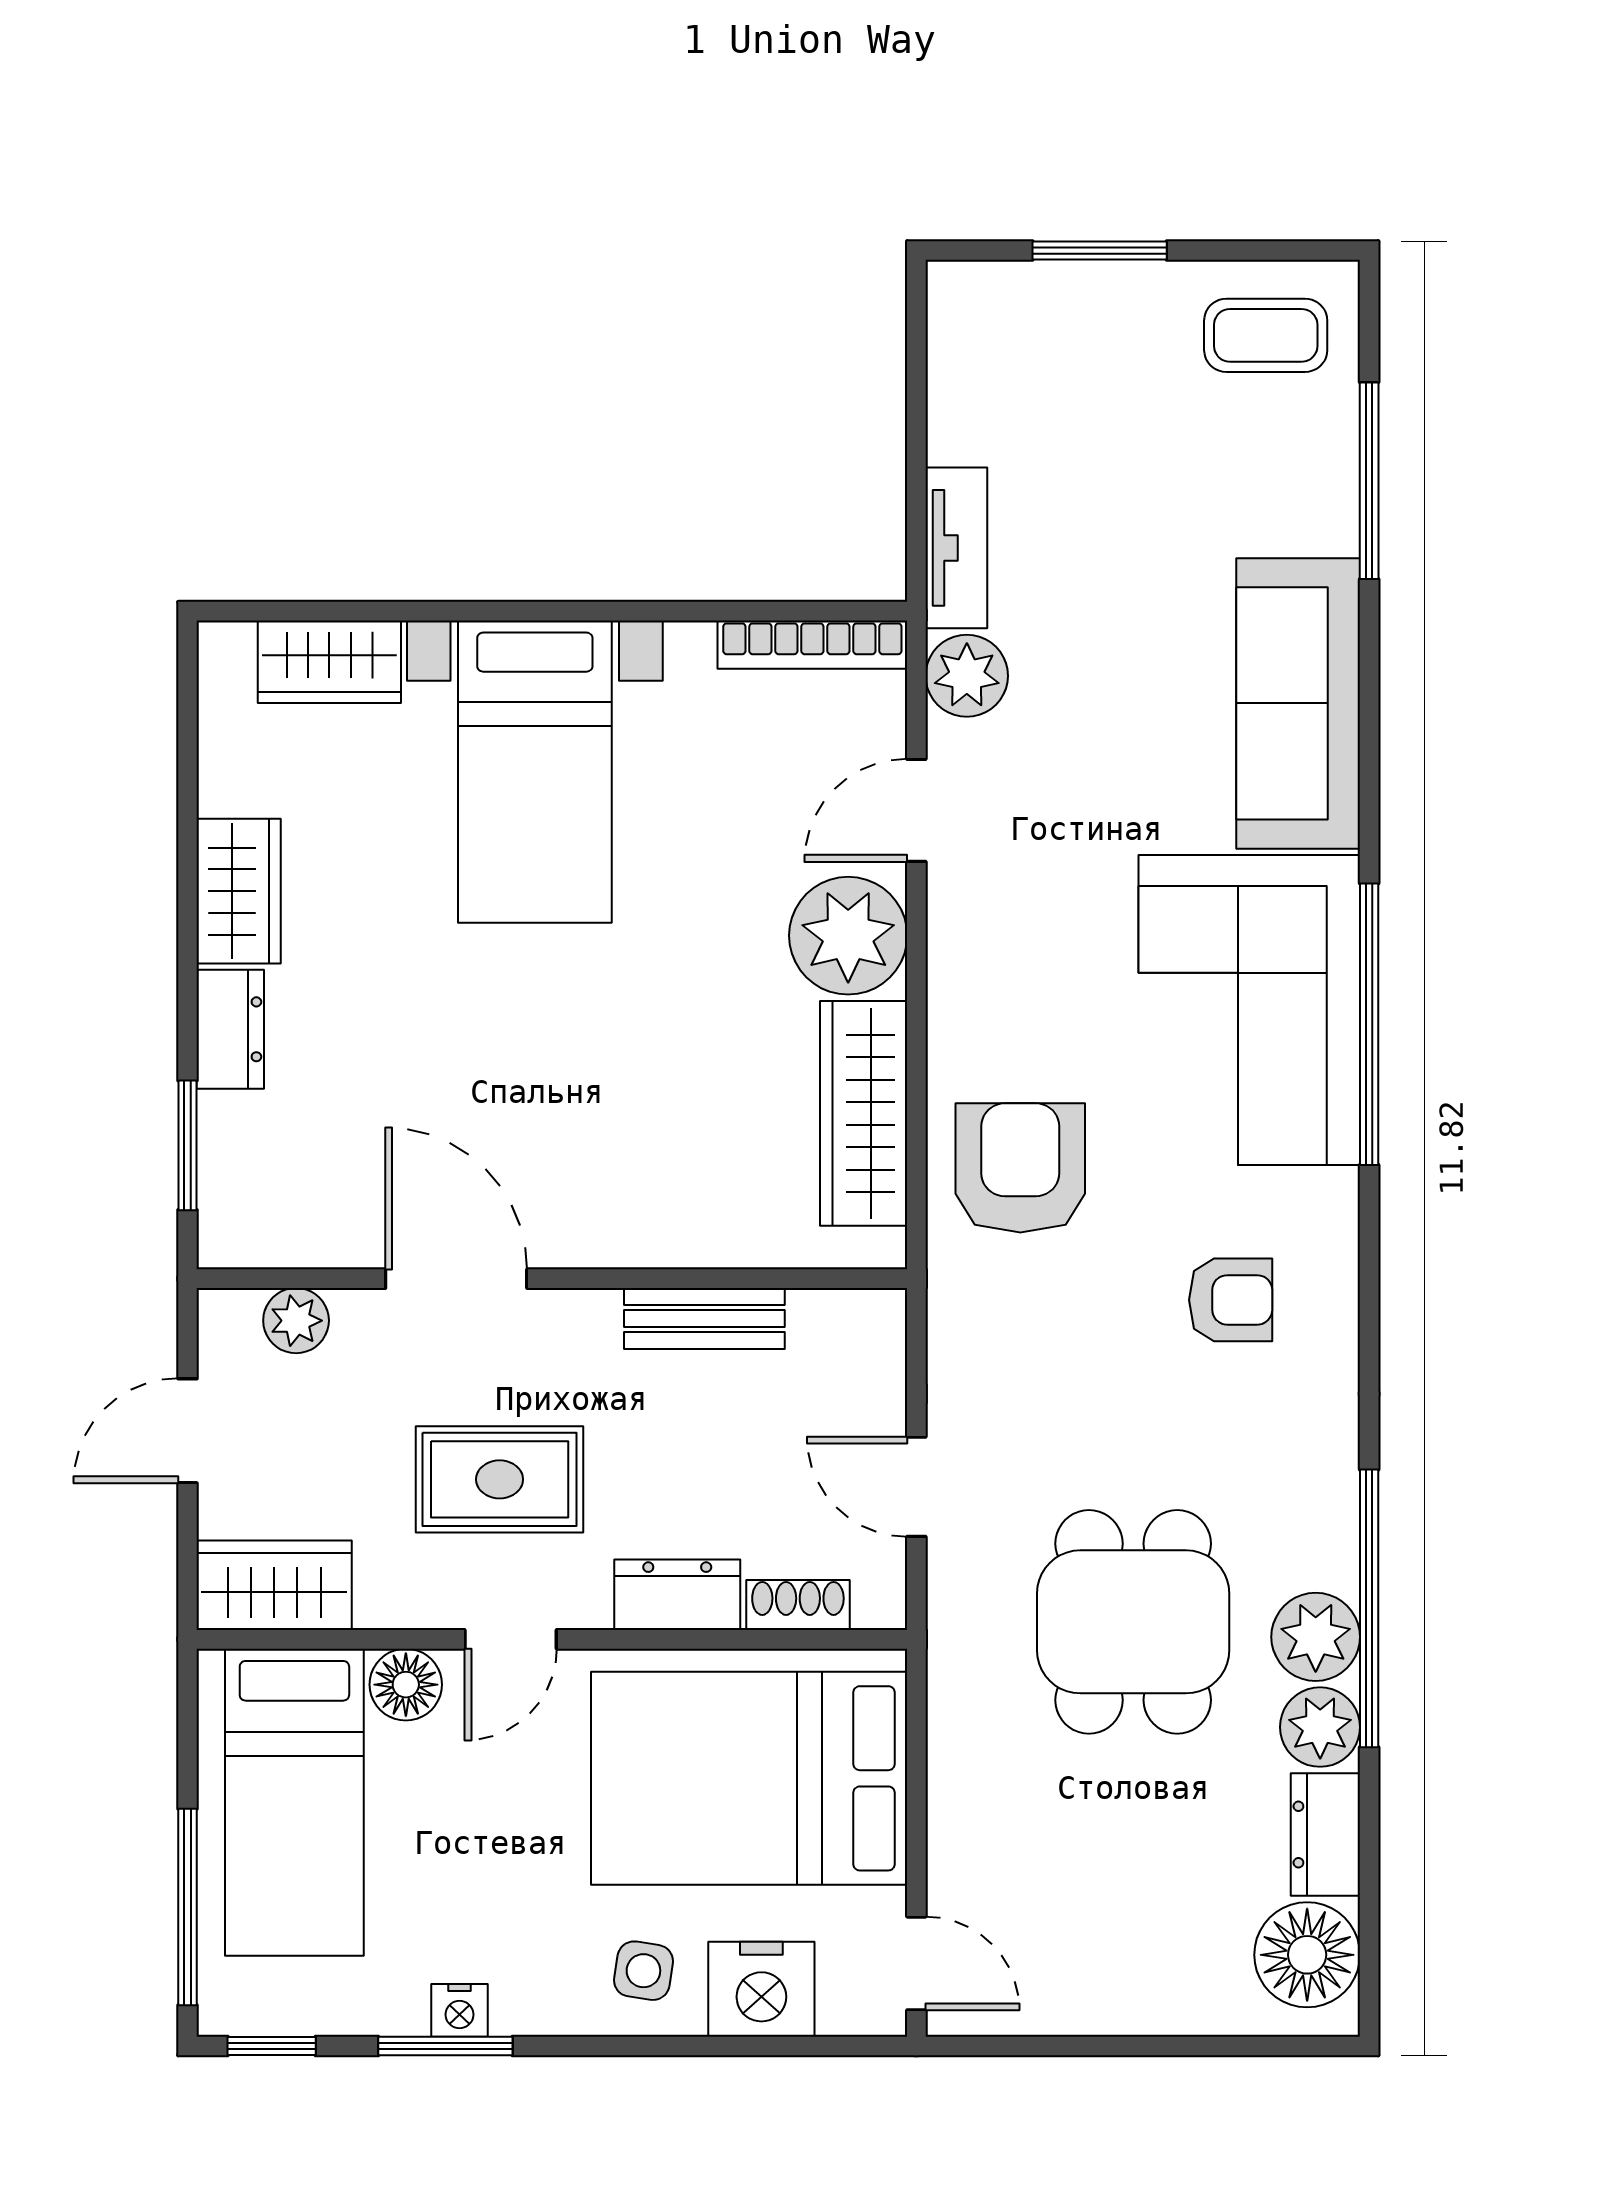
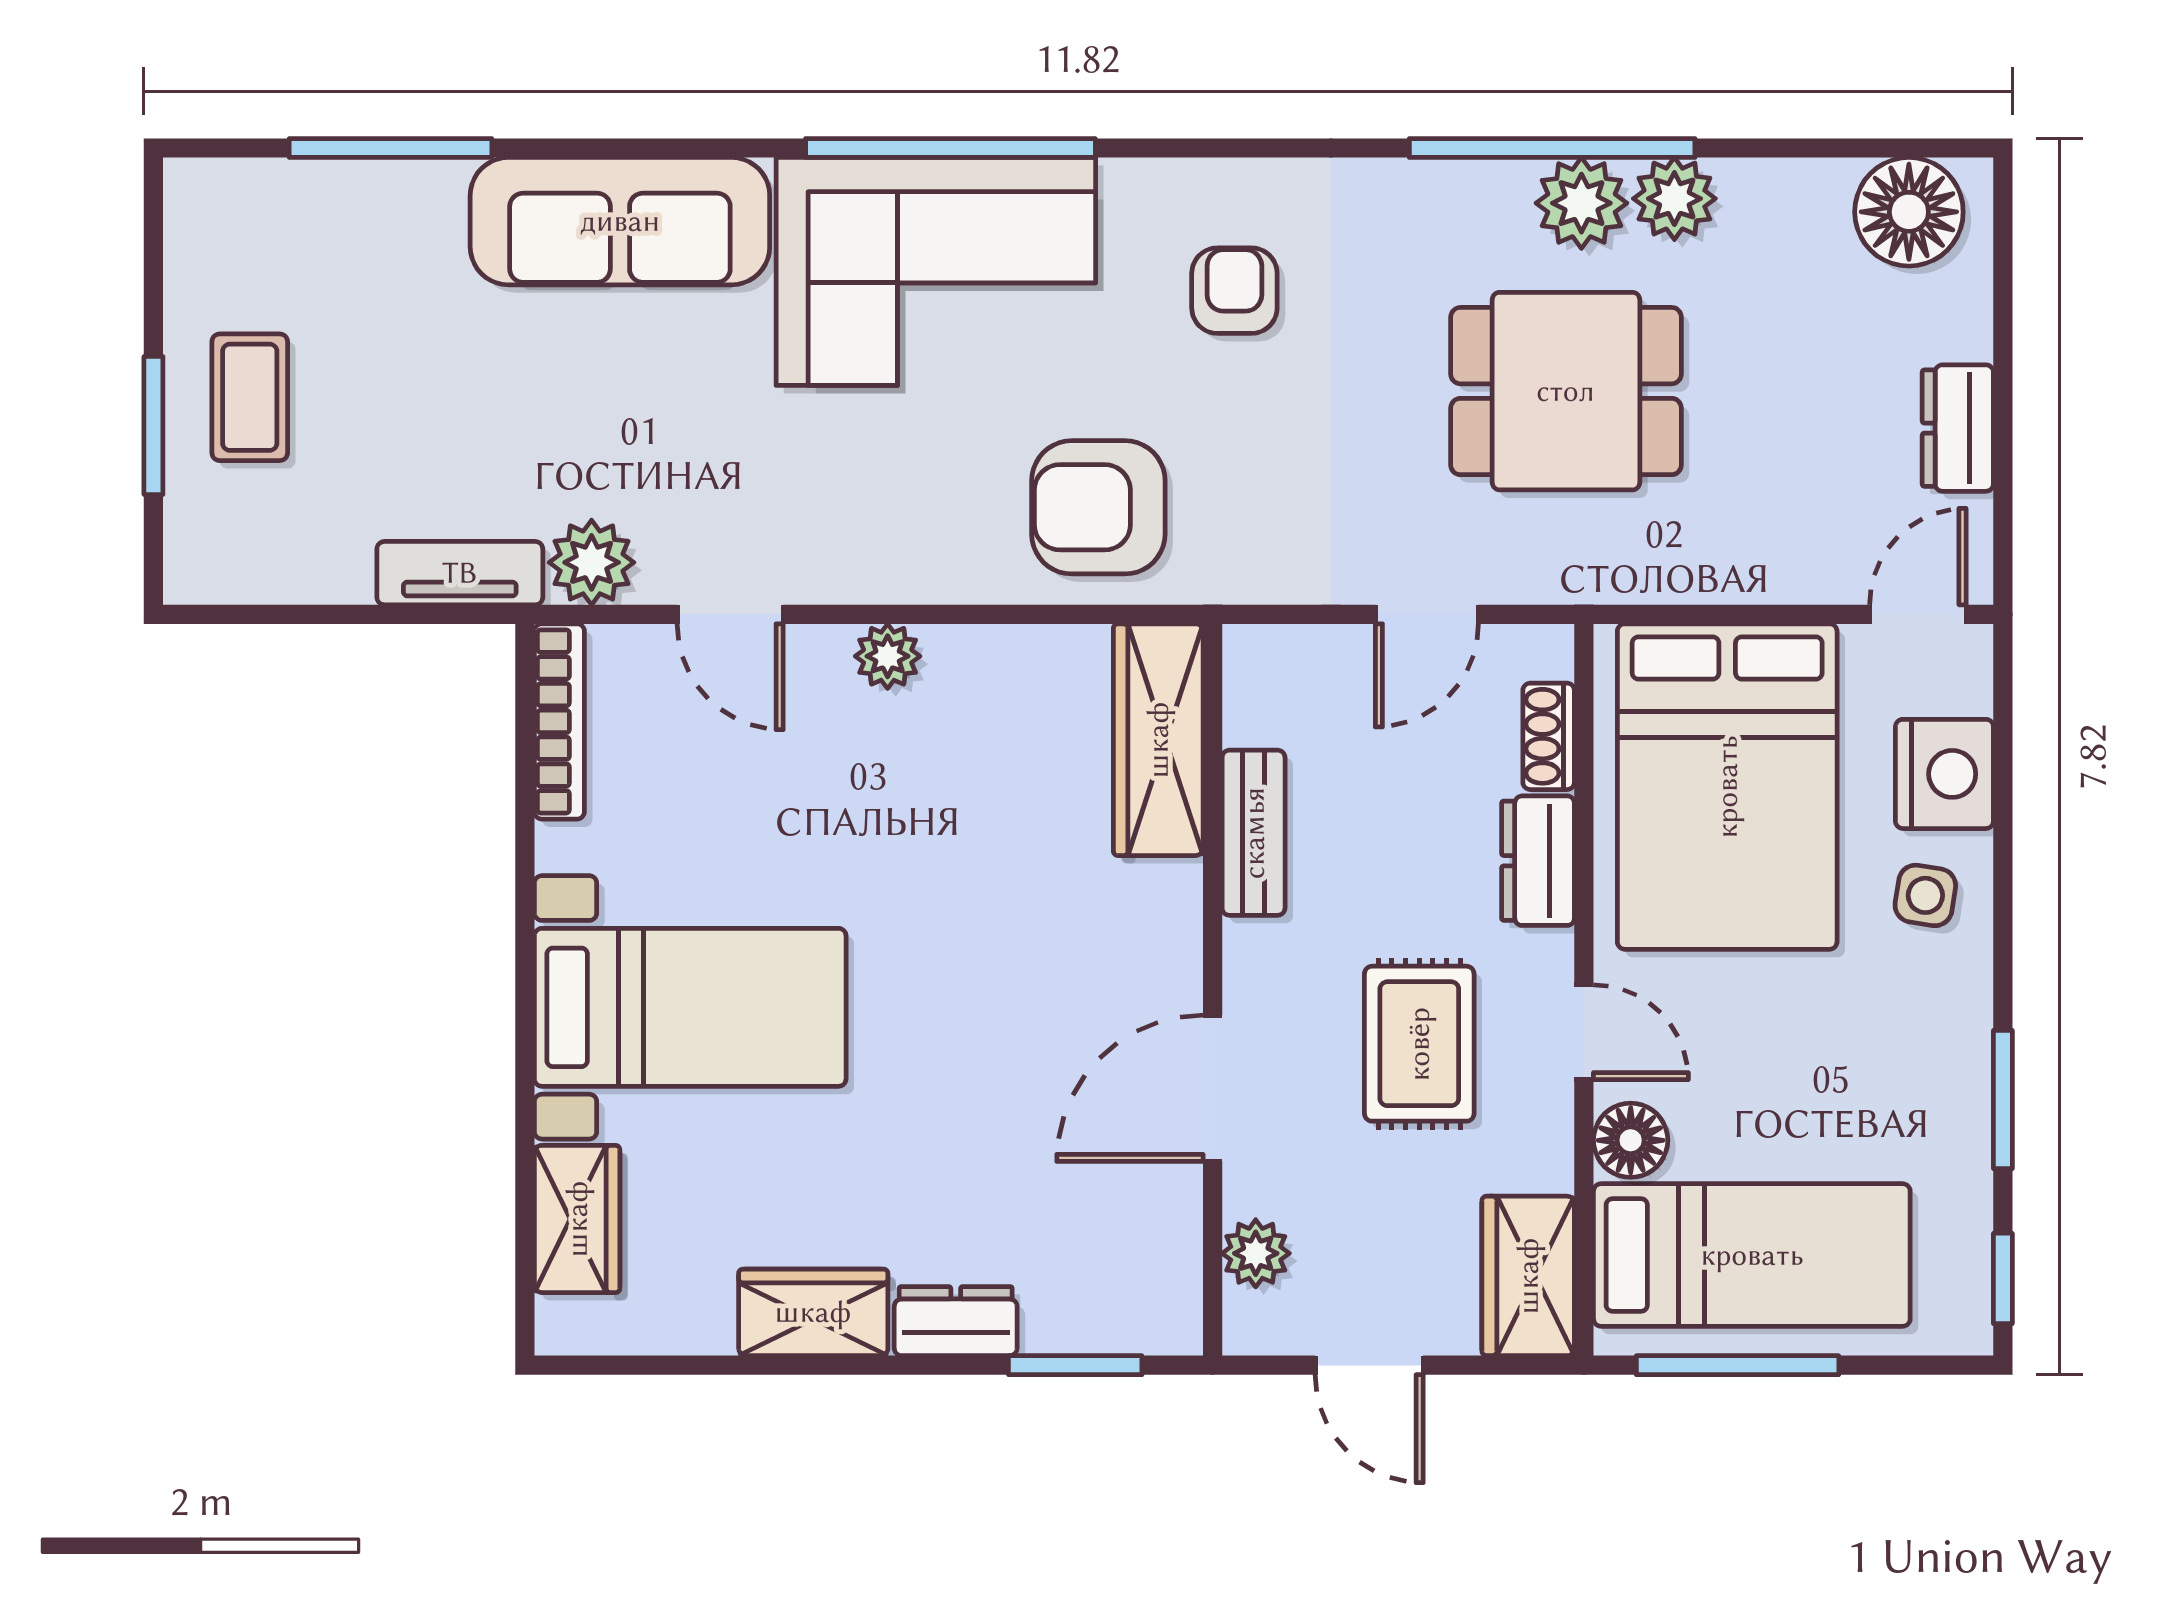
coffee table: (1266, 335) -> (250, 397), moved
plant: (848, 936) -> (888, 656), width x0.53, depth x0.53
wardrobe: (864, 1113) -> (1158, 740), moved, turned 90
dresser: (1325, 1834) -> (1958, 428), moved, turned 90
window: (187, 1907) -> (1738, 1365), moved
nightstand: (459, 2010) -> (1966, 1085), removed

